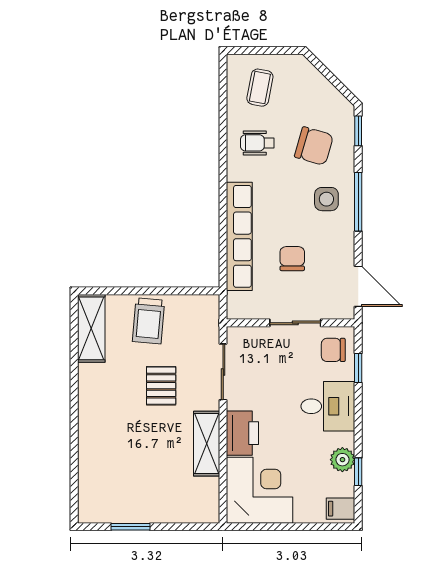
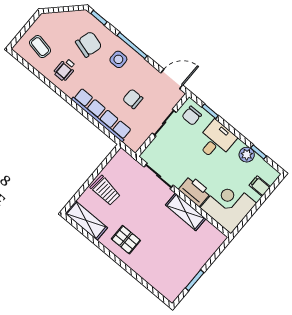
pallet: (161, 386) -> (126, 240), moved
filing cabinet: (341, 509) -> (260, 186), moved, turned 90

